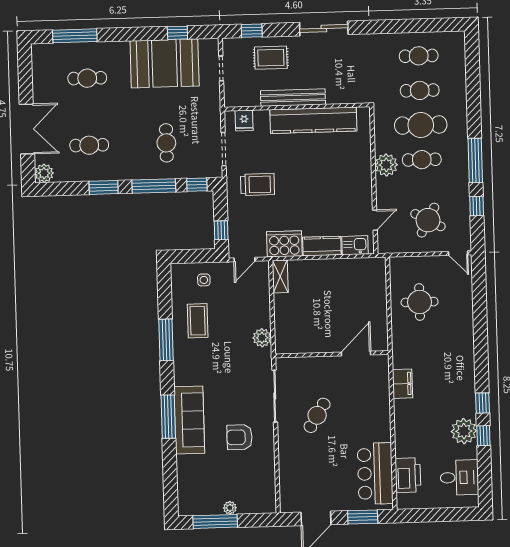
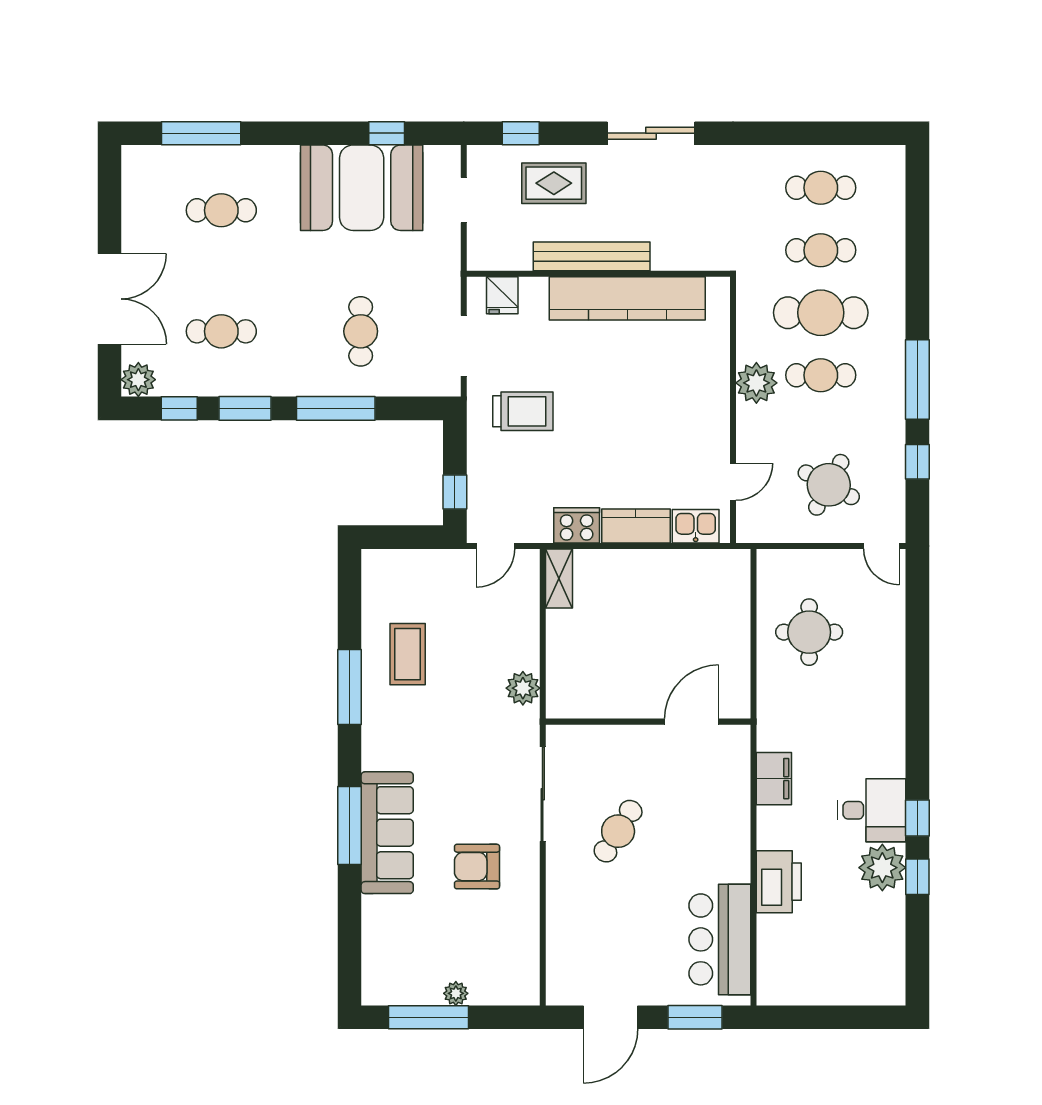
window: (197, 185) -> (179, 408), moved
cooker: (284, 244) -> (577, 525), width x0.73, depth x0.76
side table: (204, 280) -> (421, 581), removed
printer: (408, 475) -> (779, 882), moved
desk: (459, 477) -> (872, 810), moved

